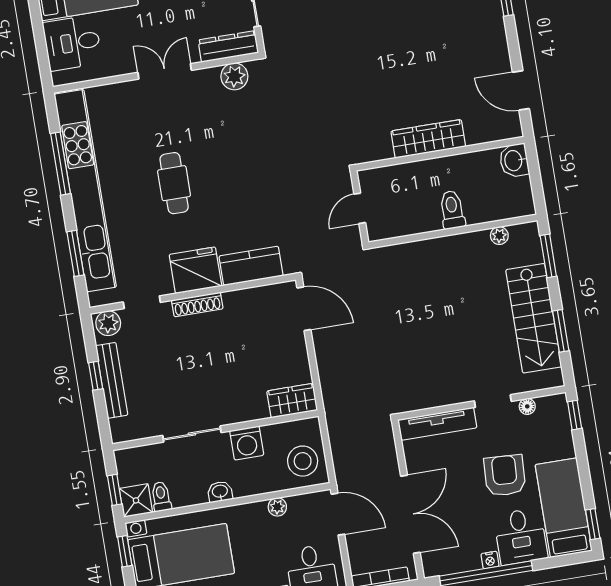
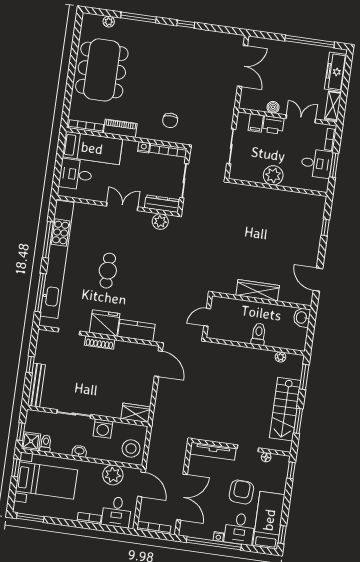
window: (75, 253) -> (40, 293), width x1.44
plant: (108, 323) -> (47, 337), removed
bench: (112, 380) -> (36, 385), moved
plant: (277, 507) -> (113, 475), width x1.88, depth x1.88

